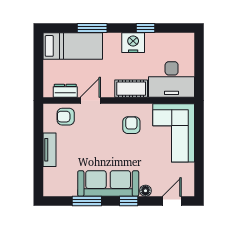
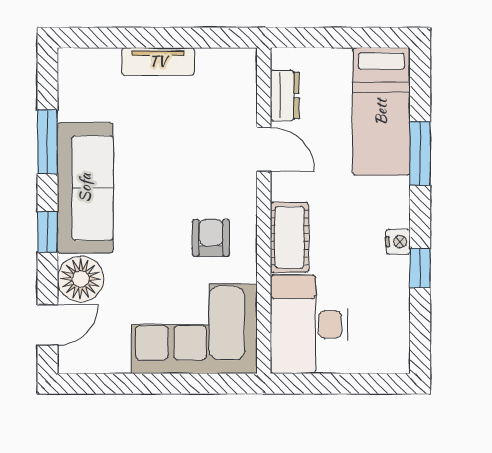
nightstand: (133, 43) -> (398, 242), width x0.53, depth x0.56
armchair: (66, 117) -> (229, 96), removed
armchair: (131, 125) -> (211, 238), turned -90
floor lamp: (145, 191) -> (80, 279), width x1.89, depth x1.89
door: (172, 201) -> (48, 325), hinge flipped

